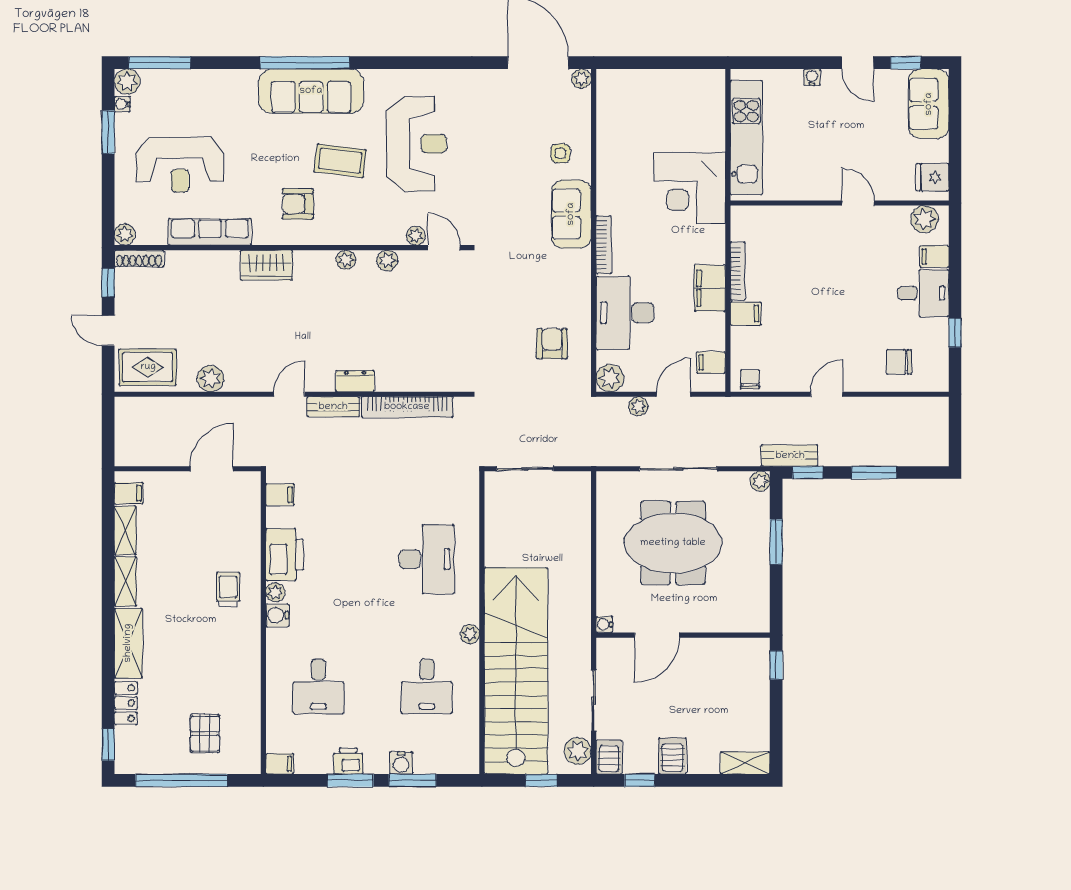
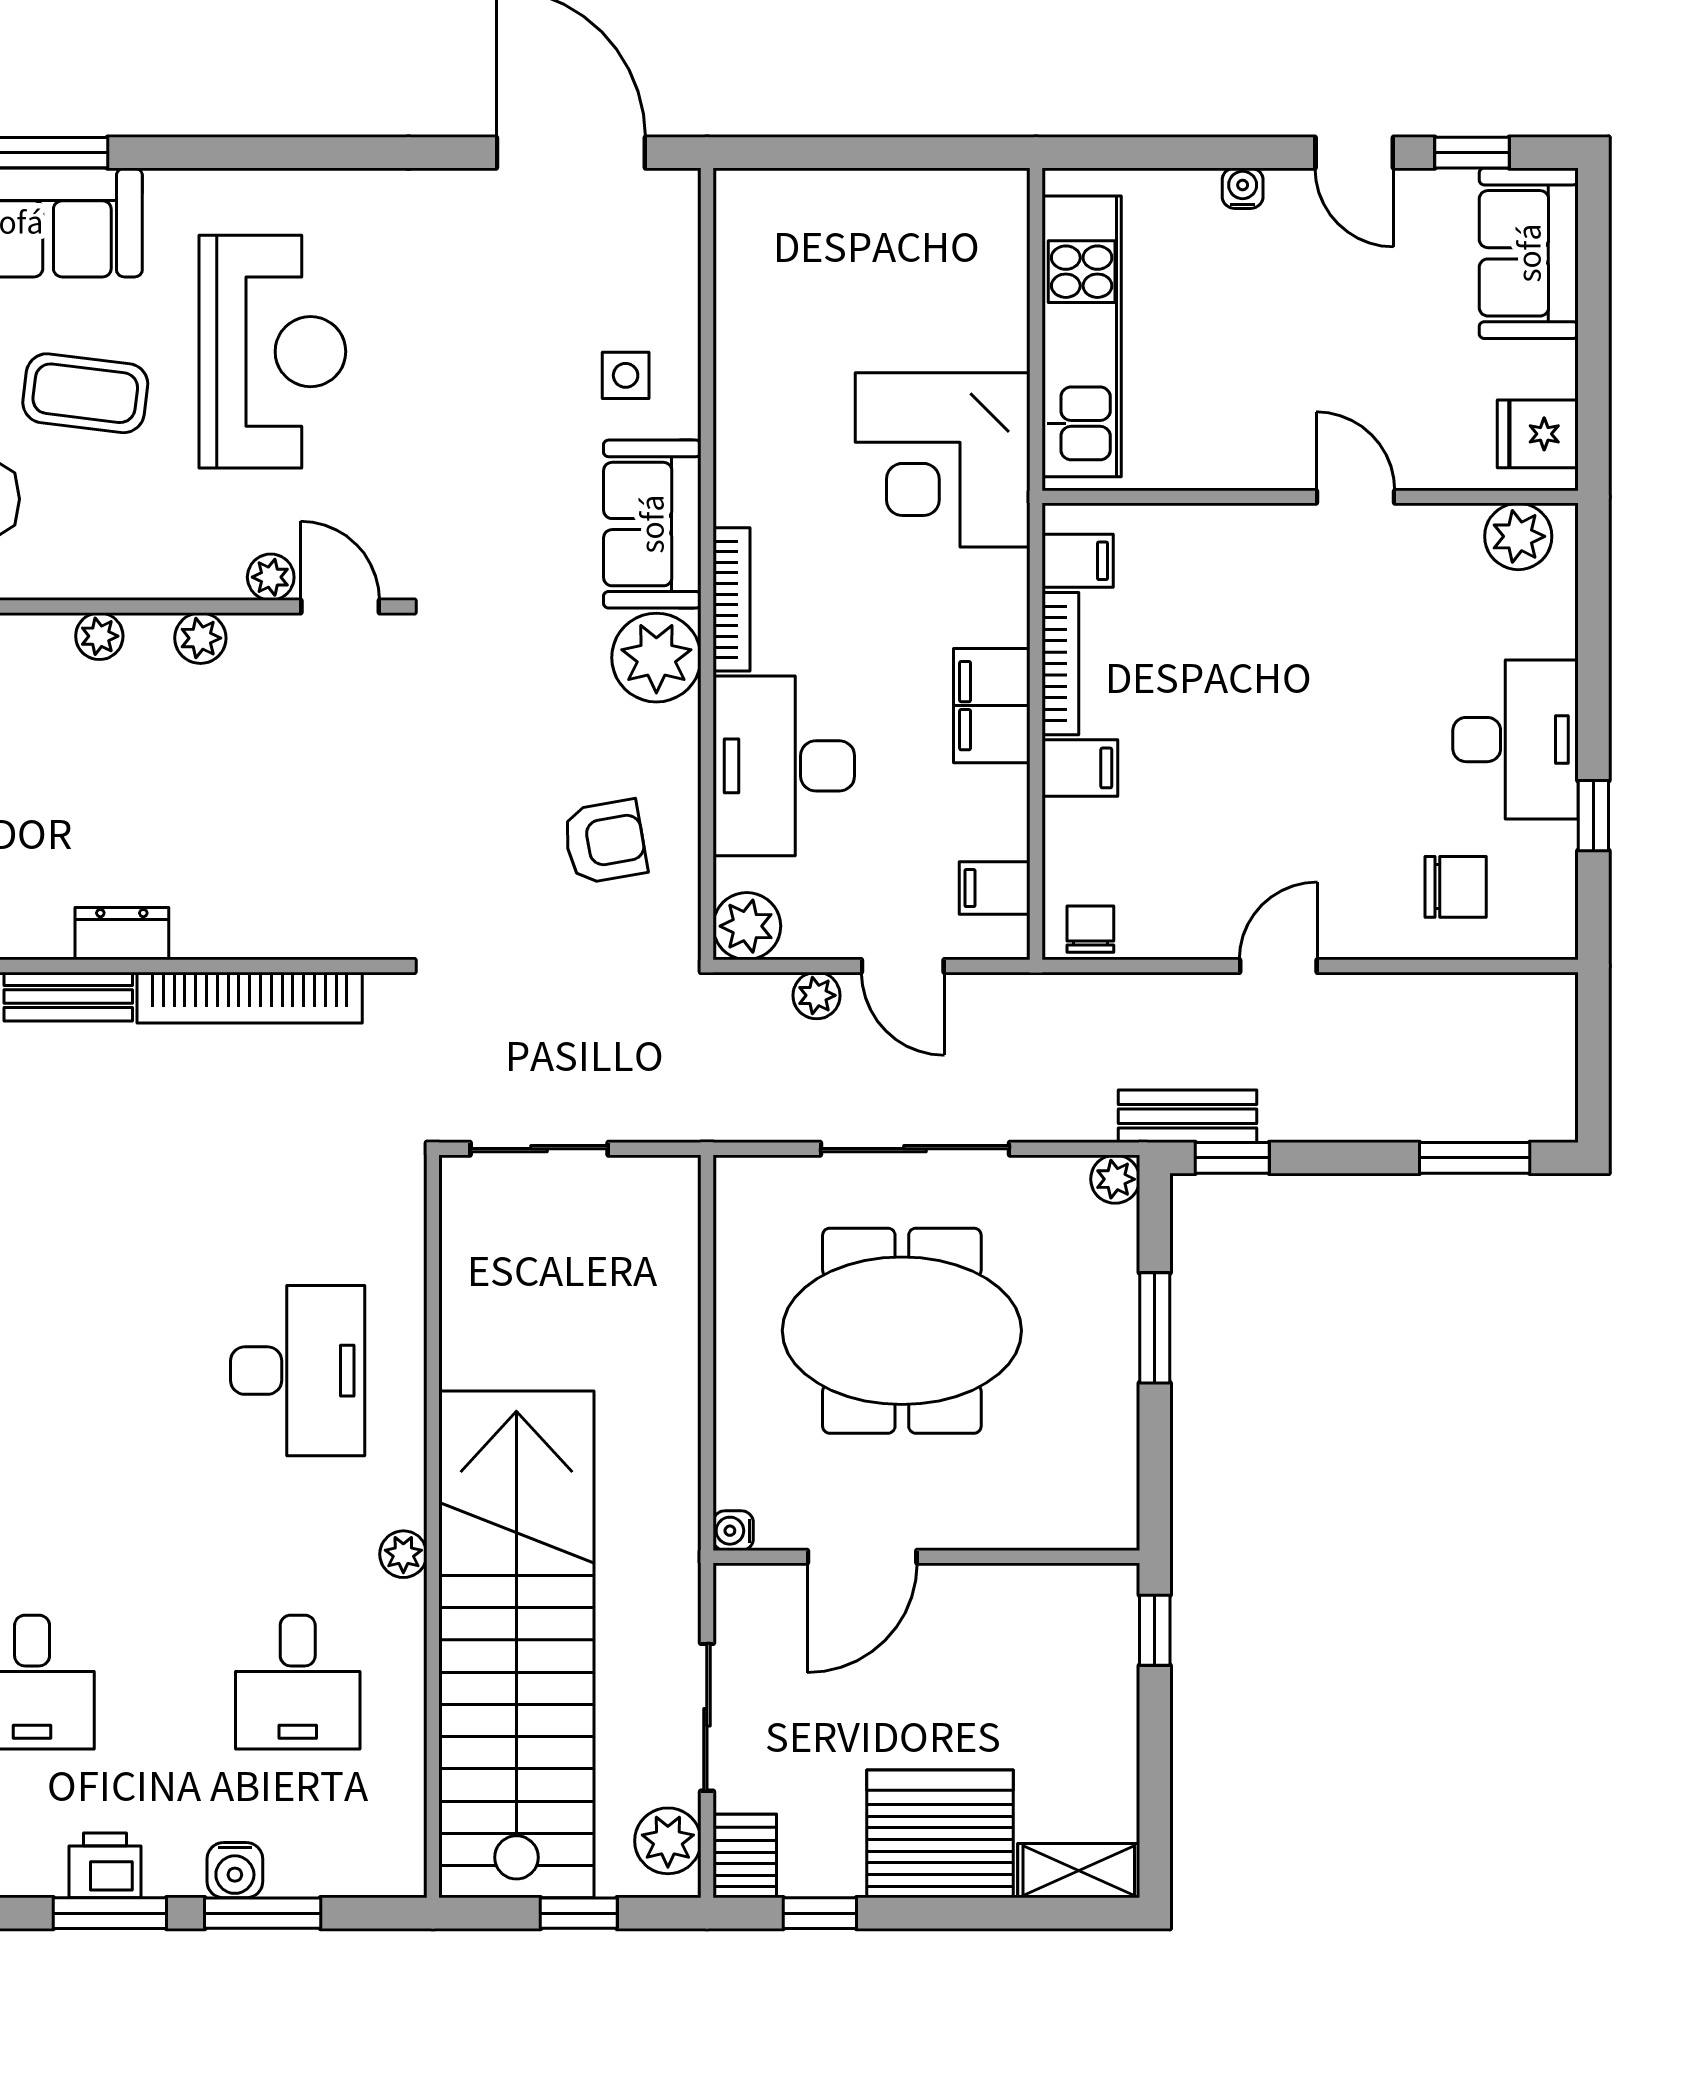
plant: (581, 79) -> (656, 658), moved, width x1.88, depth x1.88
filing cabinet: (934, 257) -> (1078, 561), moved, turned 180
desk: (923, 293) -> (1516, 740), width x1.37
armchair: (552, 344) -> (605, 842), turned 80
chair: (899, 362) -> (1456, 887), turned 180
door: (673, 394) -> (903, 966), swing flipped
window: (874, 472) -> (1475, 1158), moved
server rack: (672, 756) -> (940, 1834), width x2.18, depth x1.44

